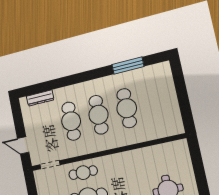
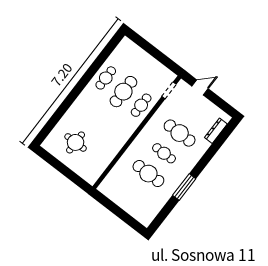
window: (128, 66) -> (184, 187), moved
cafe table: (99, 115) -> (164, 153), width x0.73, depth x0.74

